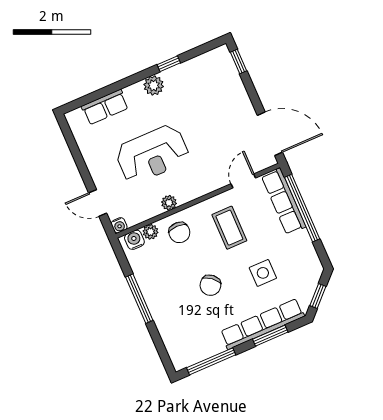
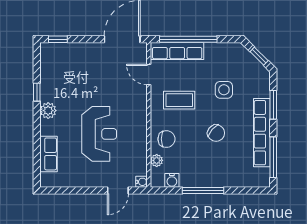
plant: (169, 203) -> (141, 137), removed
water cooler: (134, 240) -> (172, 180), moved, turned -90
row of seats: (262, 324) -> (262, 133), moved

